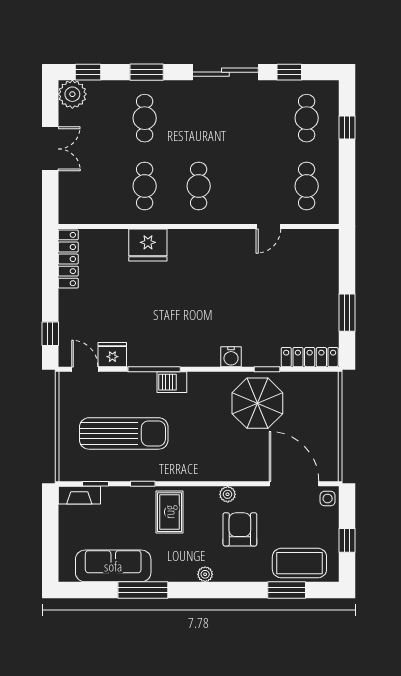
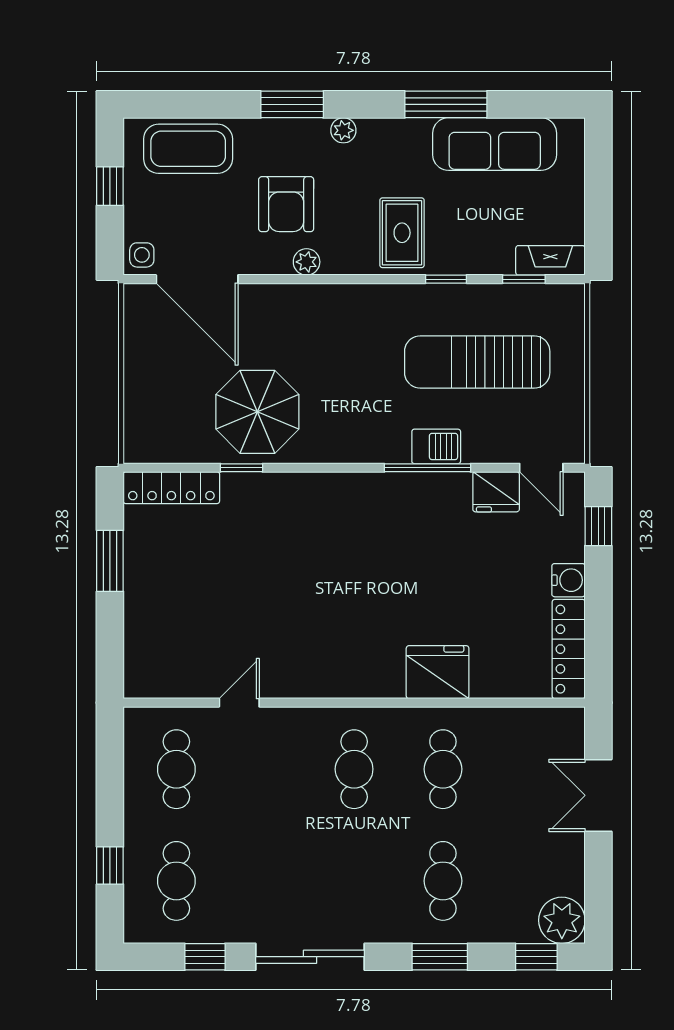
double door: (50, 149) -> (598, 795), moved
water cooler: (231, 357) -> (568, 580), moved, turned 90
barbecue: (172, 382) -> (436, 446), moved
window: (287, 590) -> (292, 104), moved

